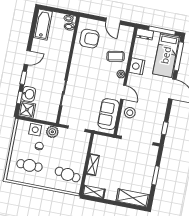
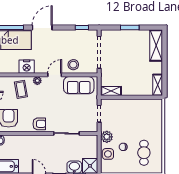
armchair: (78, 68) -> (39, 124), added
shelving: (93, 165) -> (111, 91), moved
cafe table: (68, 174) -> (146, 114), removed

